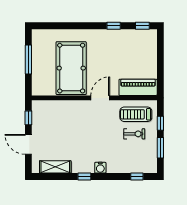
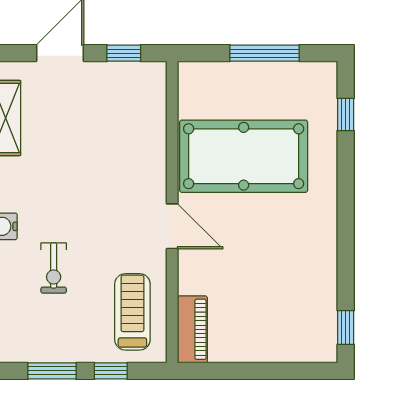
window: (114, 26) -> (346, 115), moved
piano: (138, 87) -> (192, 329), width x0.73, depth x0.75
exercise bike: (134, 134) -> (54, 268), moved

